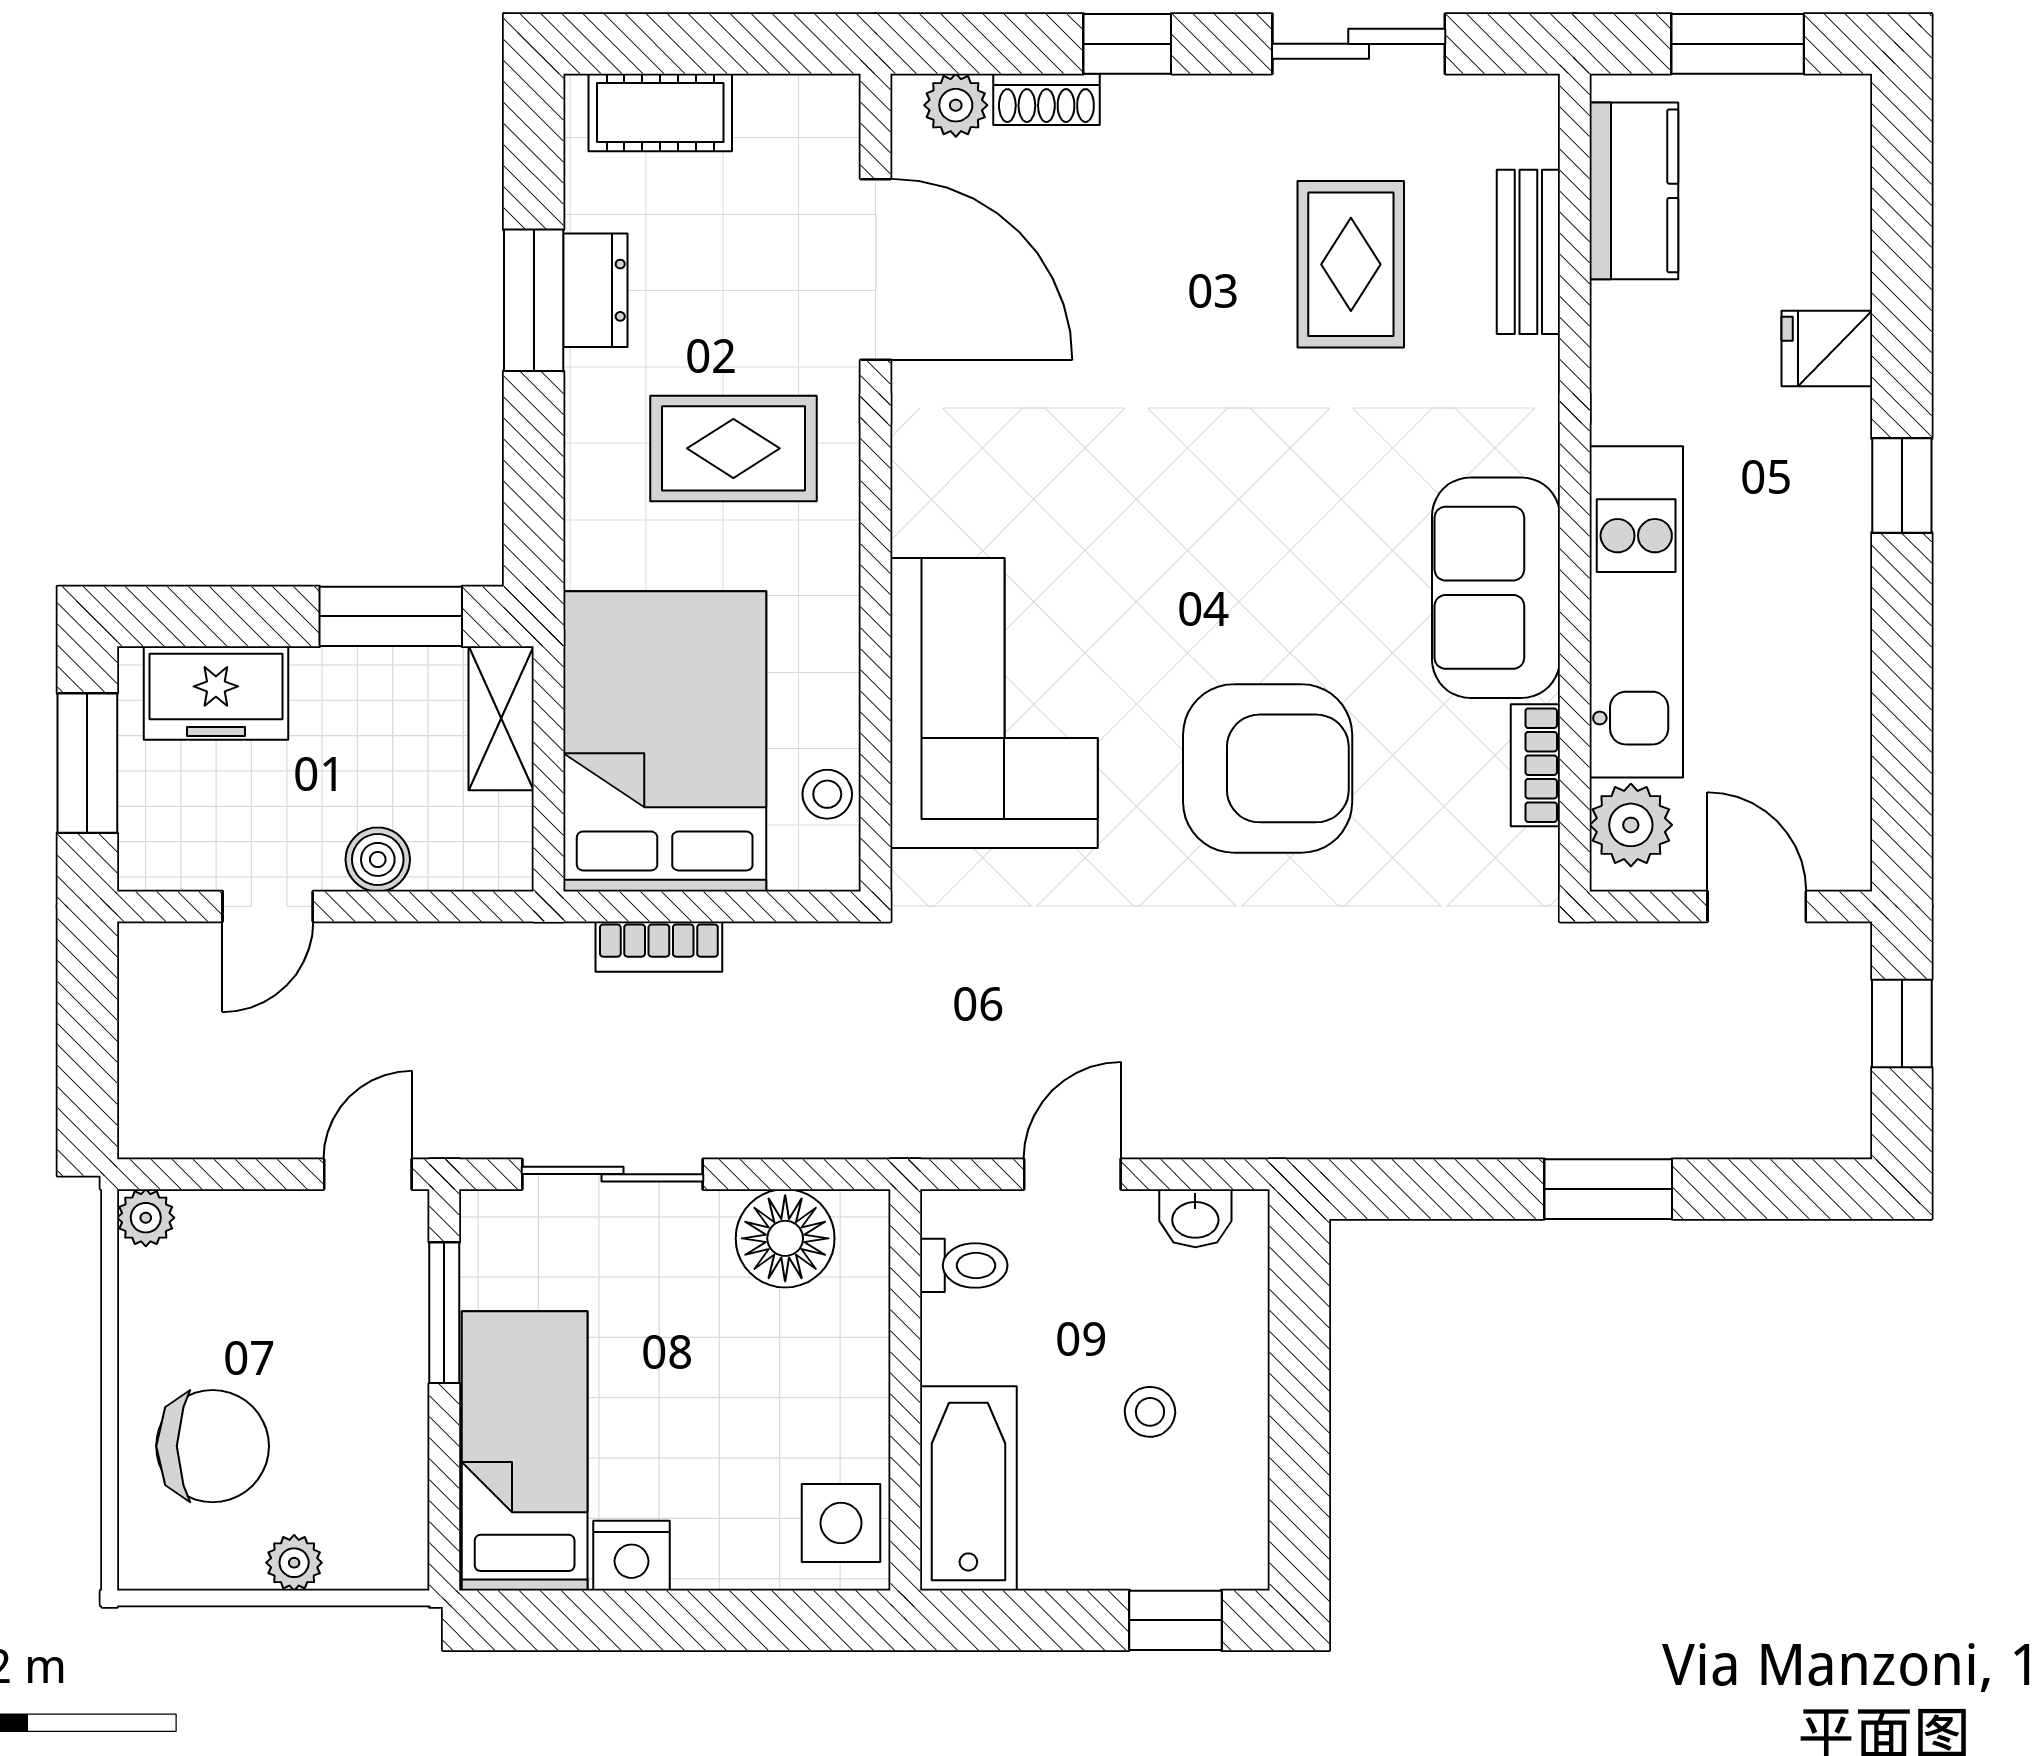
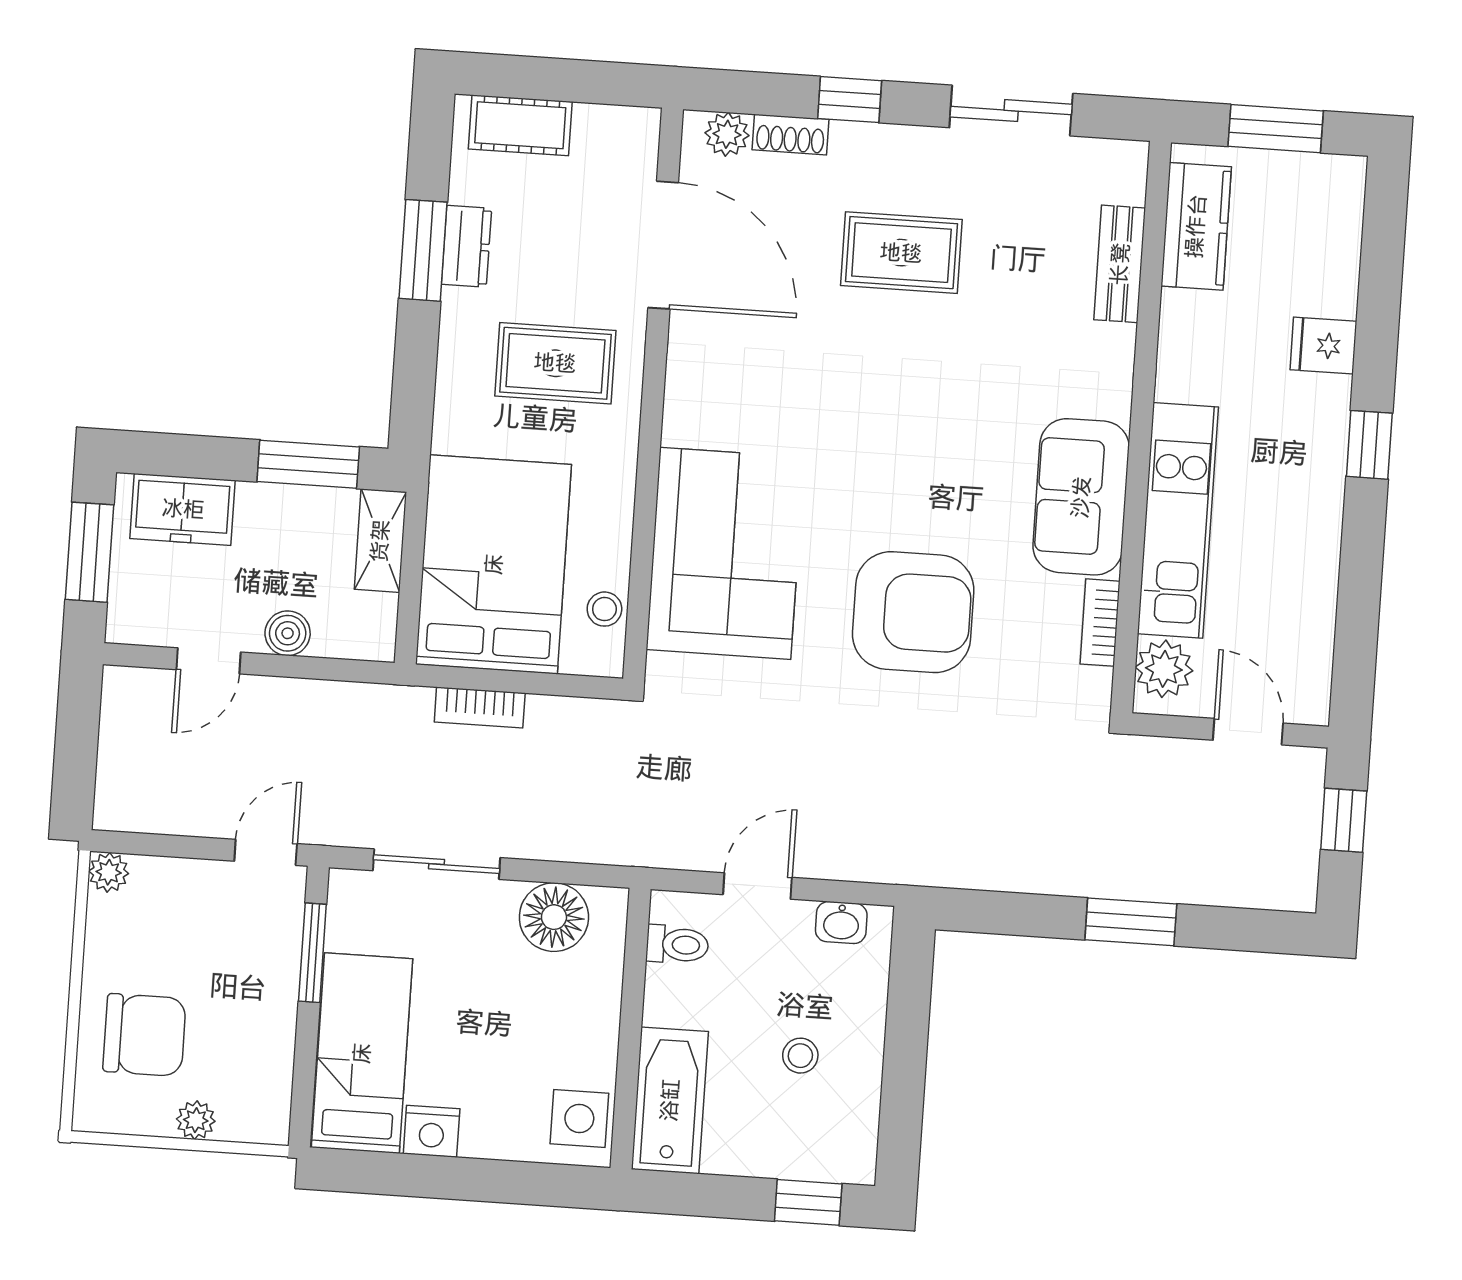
rug: (1351, 264) -> (901, 253), moved, turned 90

